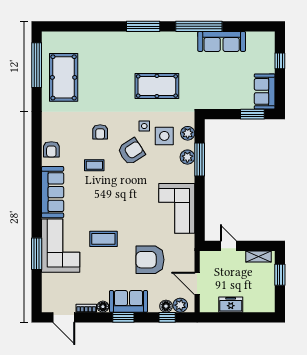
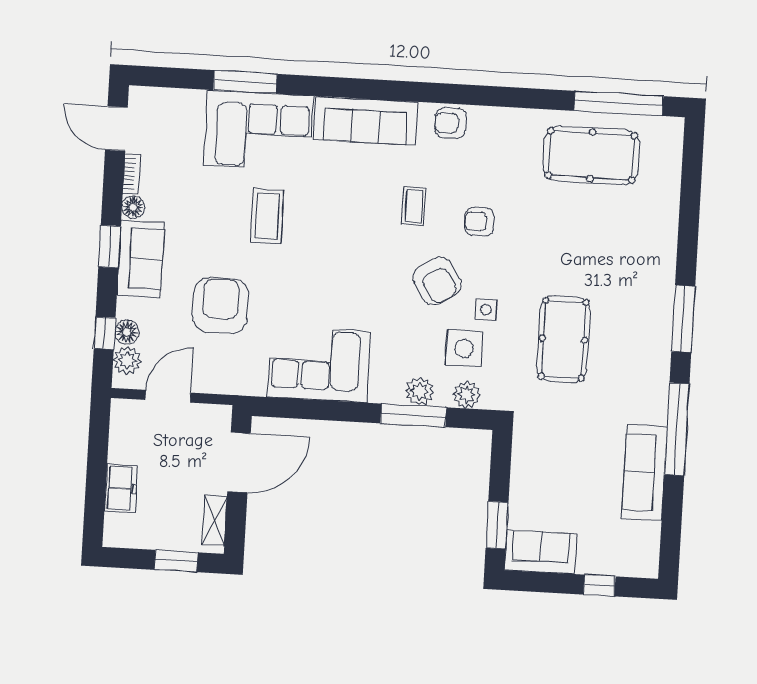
door: (228, 246) -> (239, 463), width x1.87
freezer: (231, 305) -> (121, 488), moved
door: (64, 317) -> (116, 129), hinge flipped

